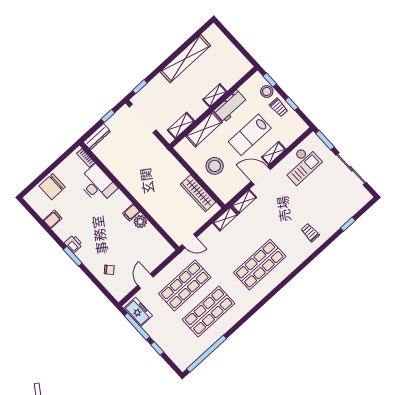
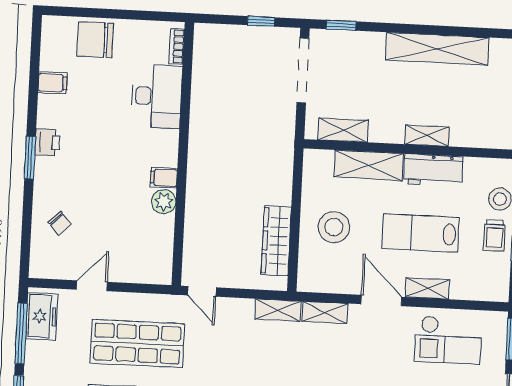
dresser: (97, 137) -> (219, 34), removed

